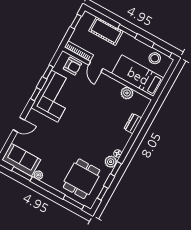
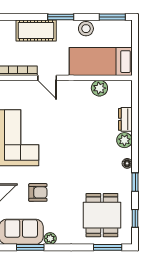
stool: (155, 58) -> (86, 29), moved
armchair: (72, 66) -> (38, 192), moved
plant: (111, 162) -> (124, 140), moved

